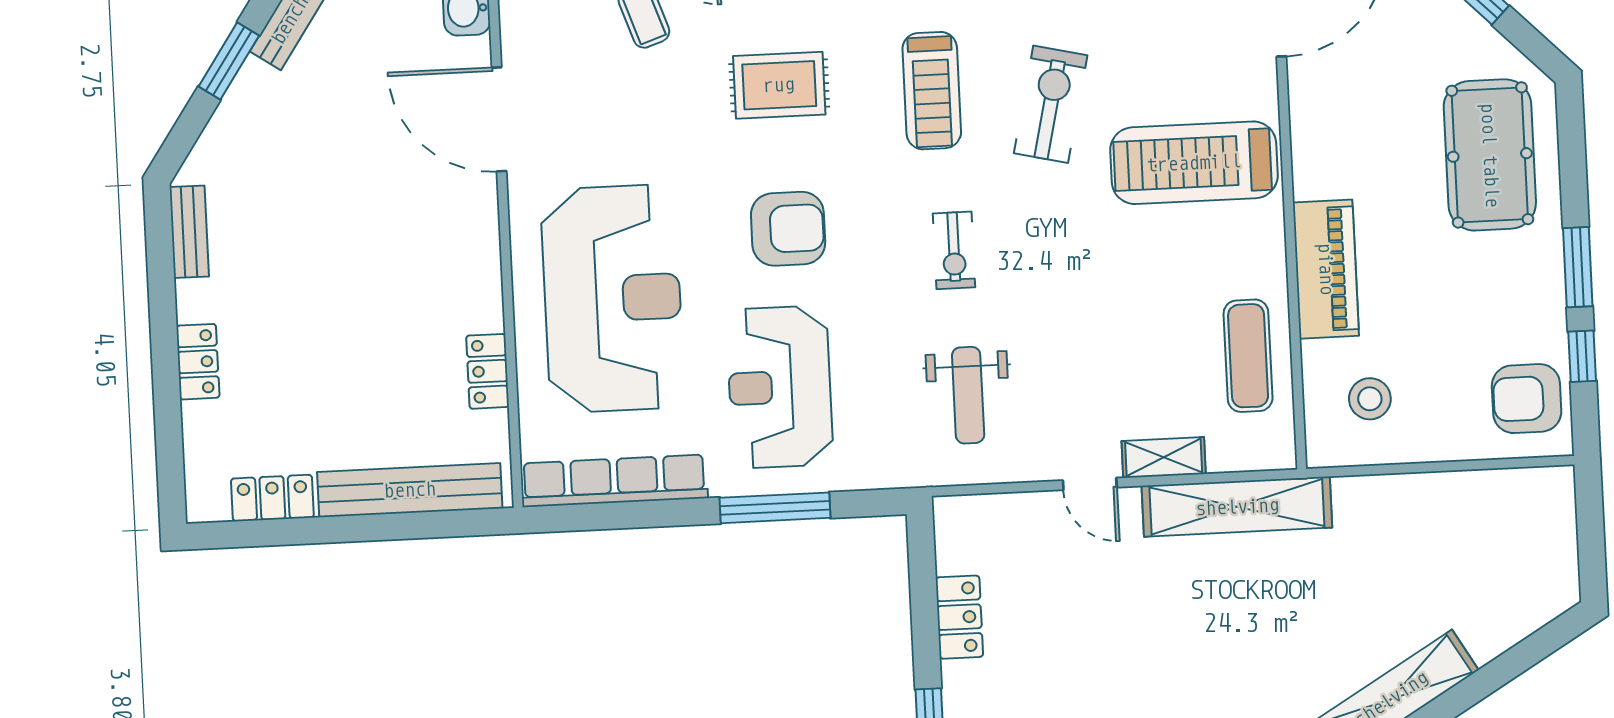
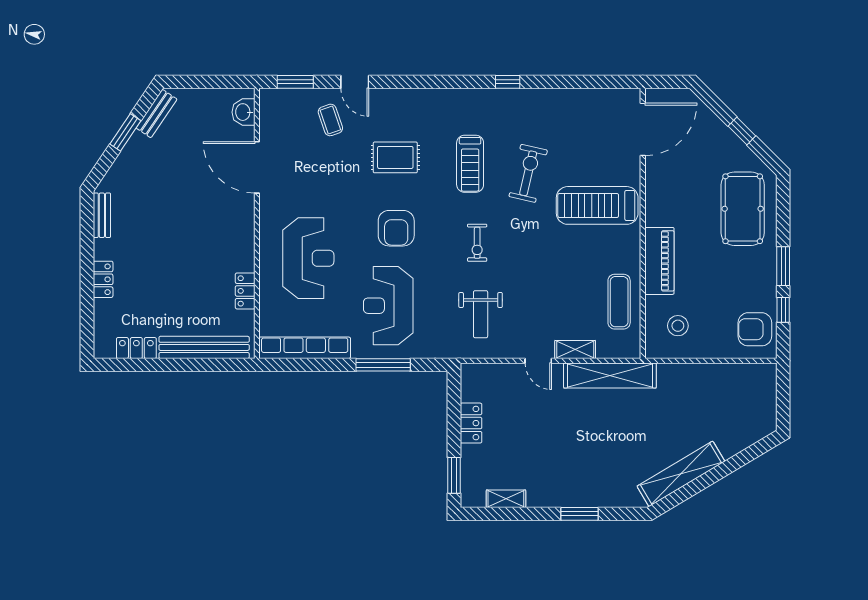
armchair: (788, 229) -> (396, 228), turned 90
reception desk: (613, 299) -> (308, 258), width x0.74, depth x0.77

